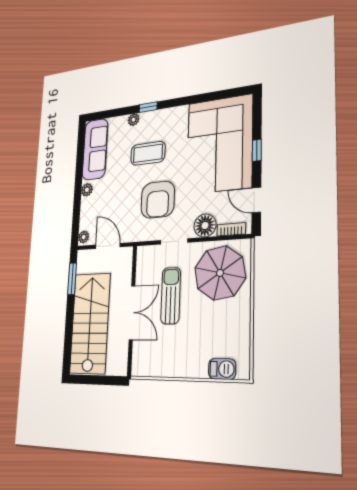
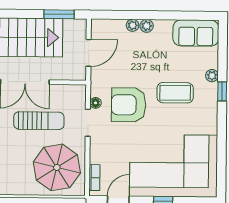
sofa: (95, 149) -> (196, 33), width x0.73
coffee table: (148, 153) -> (175, 93), turned 90
floor lamp: (205, 225) -> (96, 103), moved, width x0.53, depth x0.53
plant: (84, 237) -> (133, 25), moved

